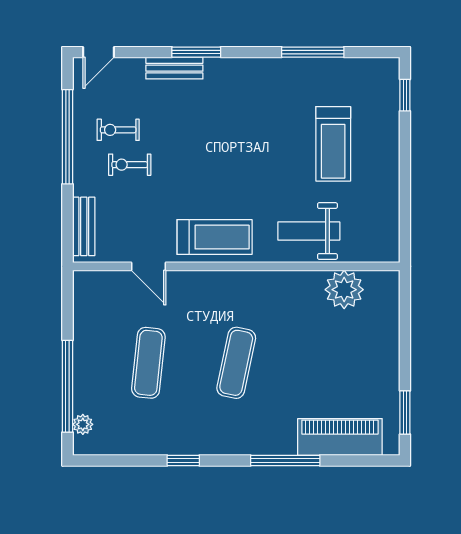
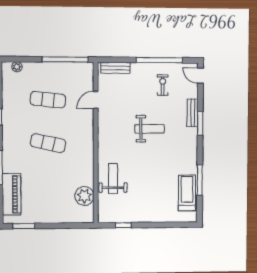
window: (405, 95) -> (123, 225), moved
treadmill: (333, 144) -> (187, 193), moved, turned 90
weight bench: (207, 156) -> (150, 129), added
exercise bike: (130, 165) -> (146, 91), removed
treadmill: (215, 237) -> (110, 132), removed
window: (68, 386) -> (65, 59), moved

